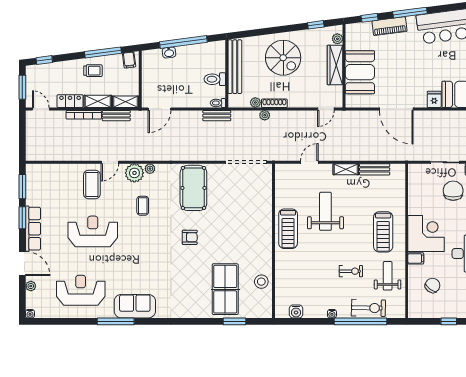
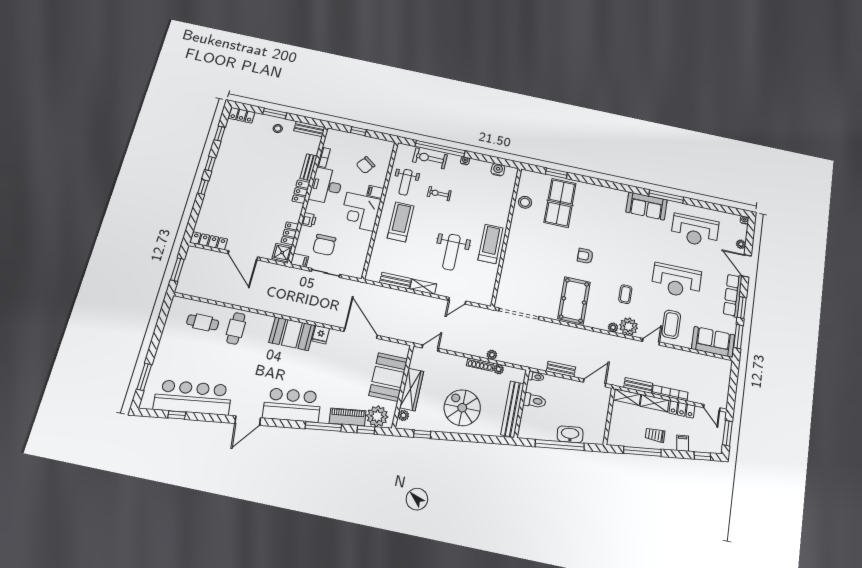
plant: (362, 33) -> (377, 416), added
washbasin: (169, 52) -> (570, 434), width x1.91, depth x1.45
filing cabinet: (129, 60) -> (683, 443), moved
bench: (217, 116) -> (561, 369), moved
sofa: (47, 176) -> (713, 342), added

